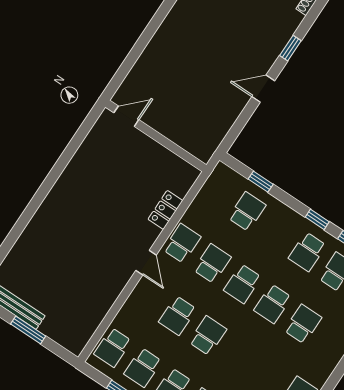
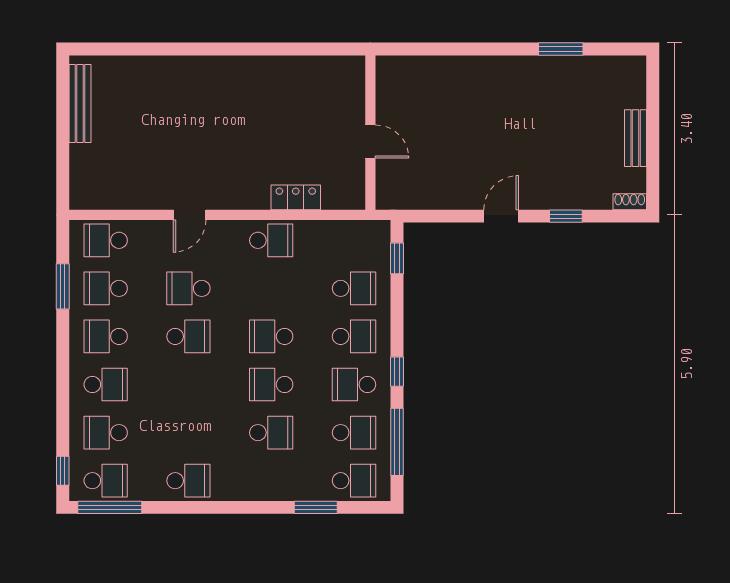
door: (263, 89) -> (501, 216), hinge flipped
door: (126, 116) -> (370, 141), moved
window: (261, 182) -> (397, 258), moved
door: (146, 263) -> (190, 215), moved
school desk: (212, 264) -> (354, 336), moved
window: (28, 330) -> (63, 134), removed

